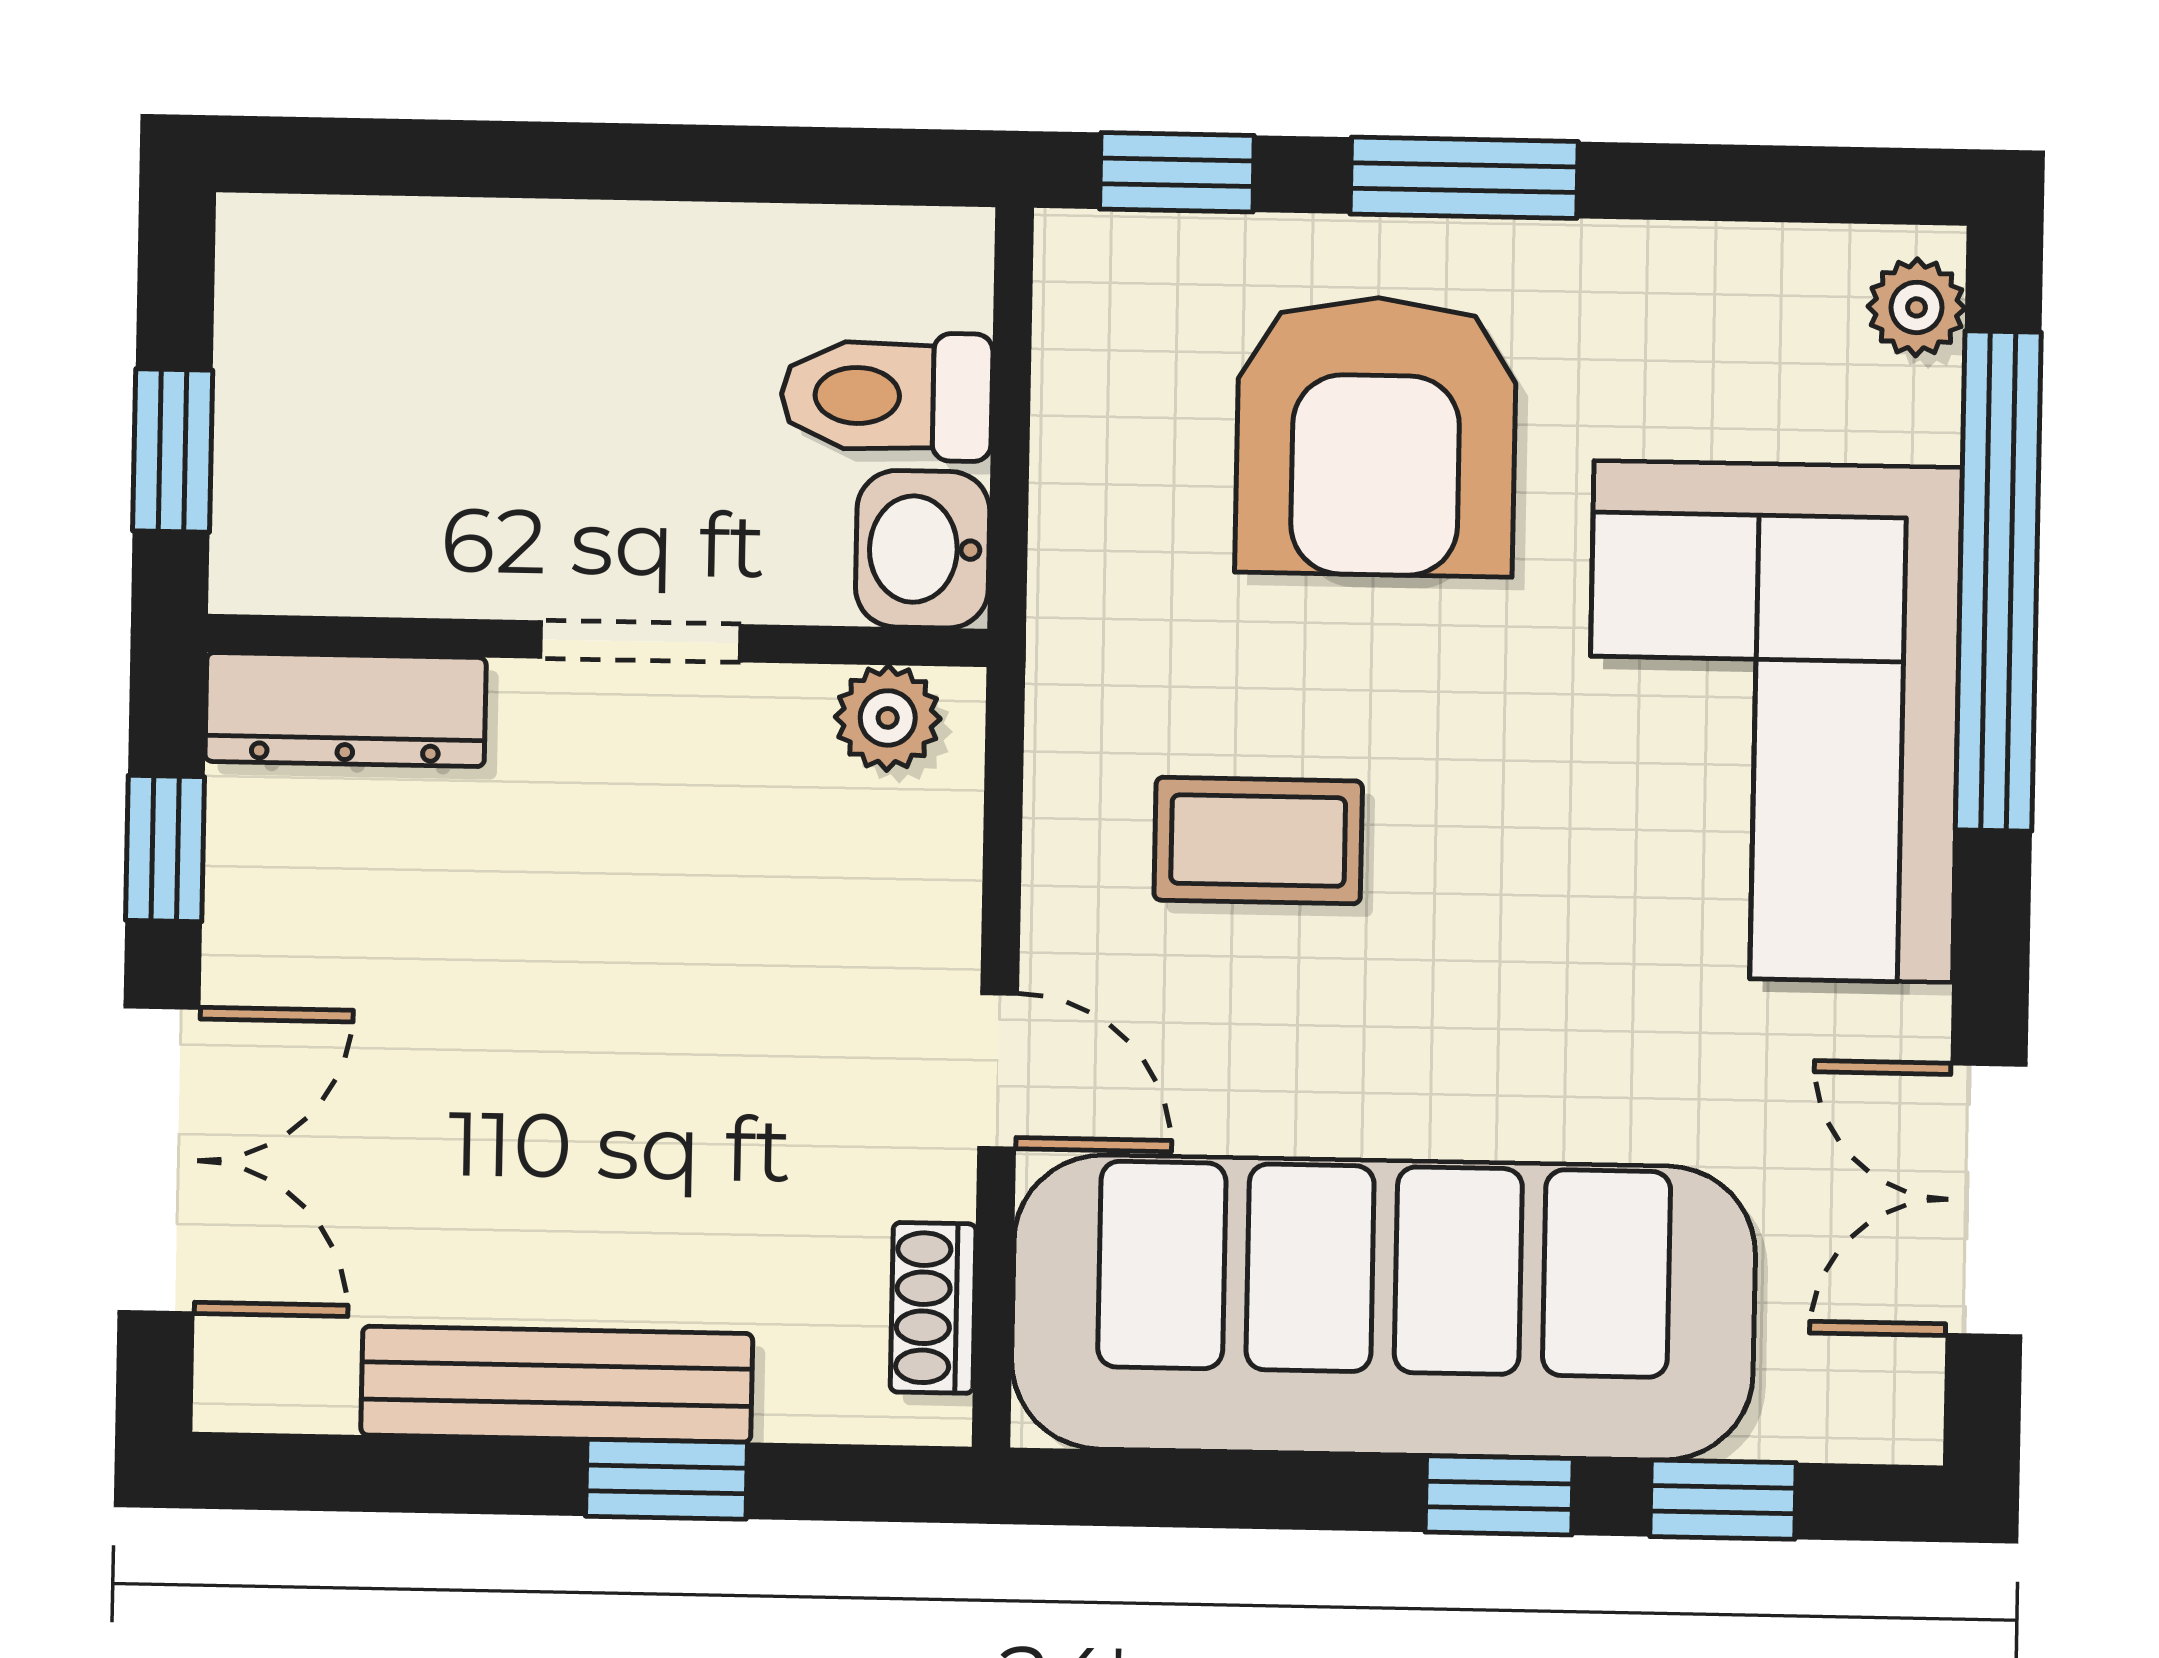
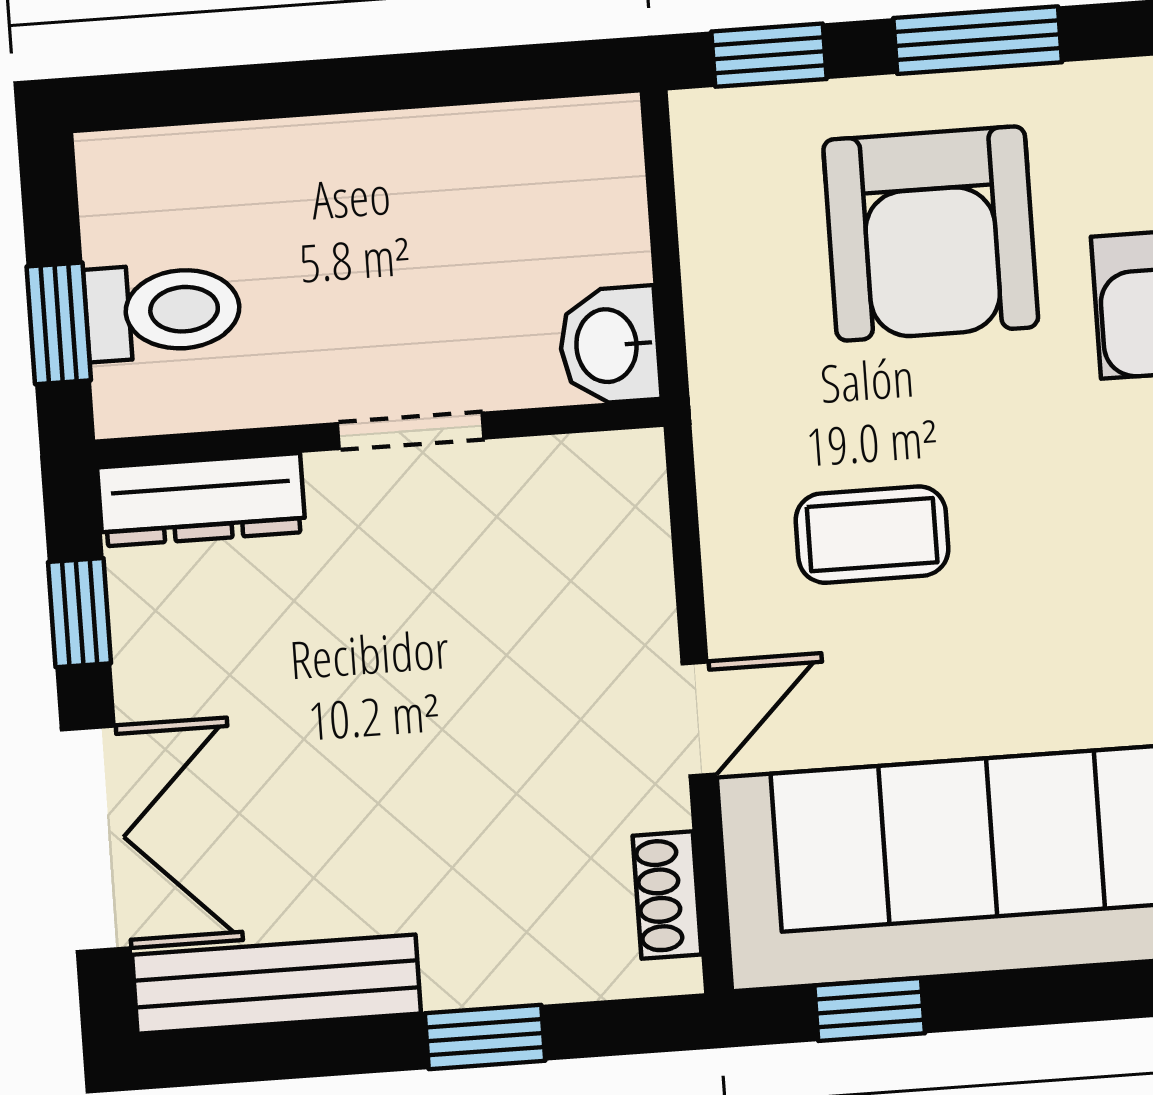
toilet: (887, 396) -> (163, 311), moved, turned 180
plant: (888, 718) -> (595, 470), removed
door: (998, 1071) -> (699, 719), hinge flipped
bench: (557, 1384) -> (276, 984), moved
window: (1499, 1495) -> (870, 1009), moved

